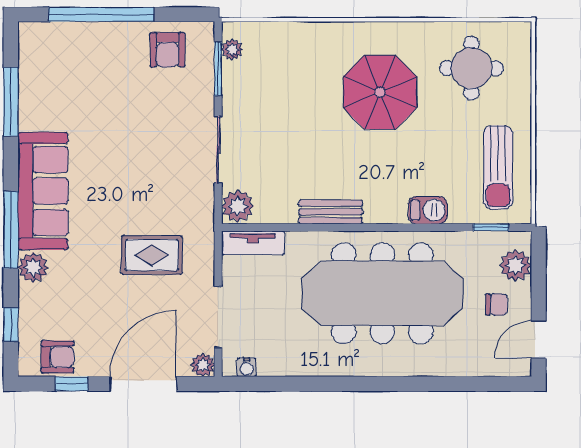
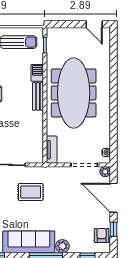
plant: (238, 206) -> (35, 156), removed
bench: (331, 212) -> (38, 96), moved
rug: (152, 255) -> (31, 192), moved, turned 90
plant: (516, 265) -> (61, 34), removed
chair: (497, 305) -> (79, 43), removed

